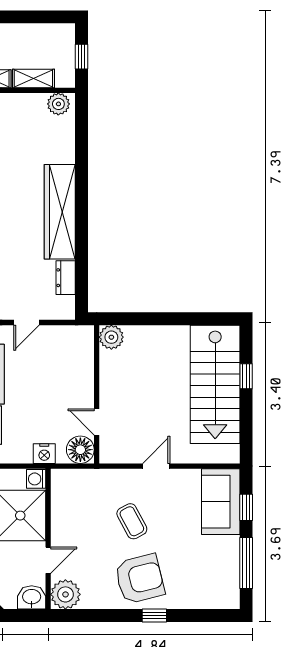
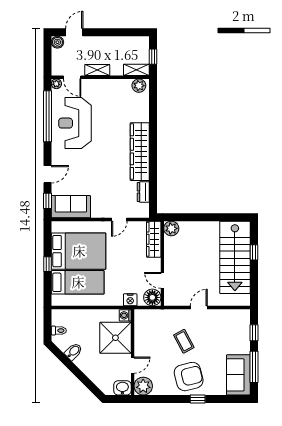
shelving: (33, 78) -> (136, 70), moved
wardrobe: (83, 355) -> (154, 239), added
sofa: (221, 502) -> (238, 375), moved

